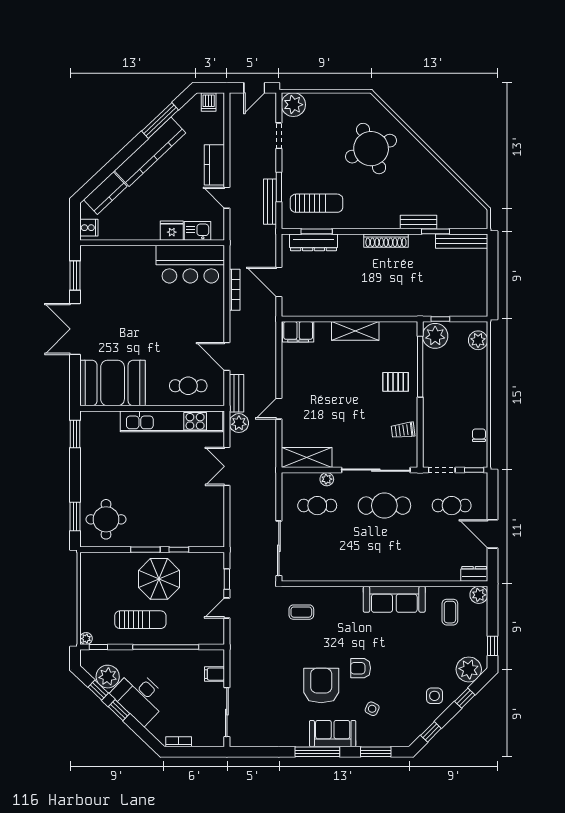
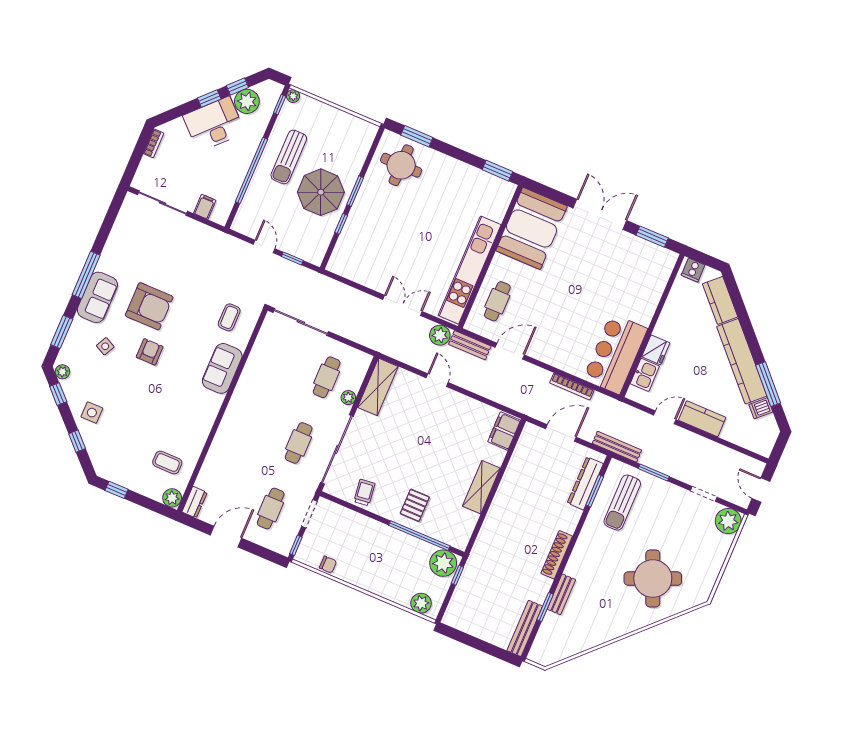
dishwasher: (209, 102) -> (761, 408), moved, turned -43
bench: (270, 202) -> (617, 447), moved
cafe table: (384, 506) -> (299, 443), width x0.73, depth x0.74
sofa: (394, 599) -> (222, 368), moved, width x0.73
plant: (469, 669) -> (62, 372), moved, width x0.53, depth x0.53

